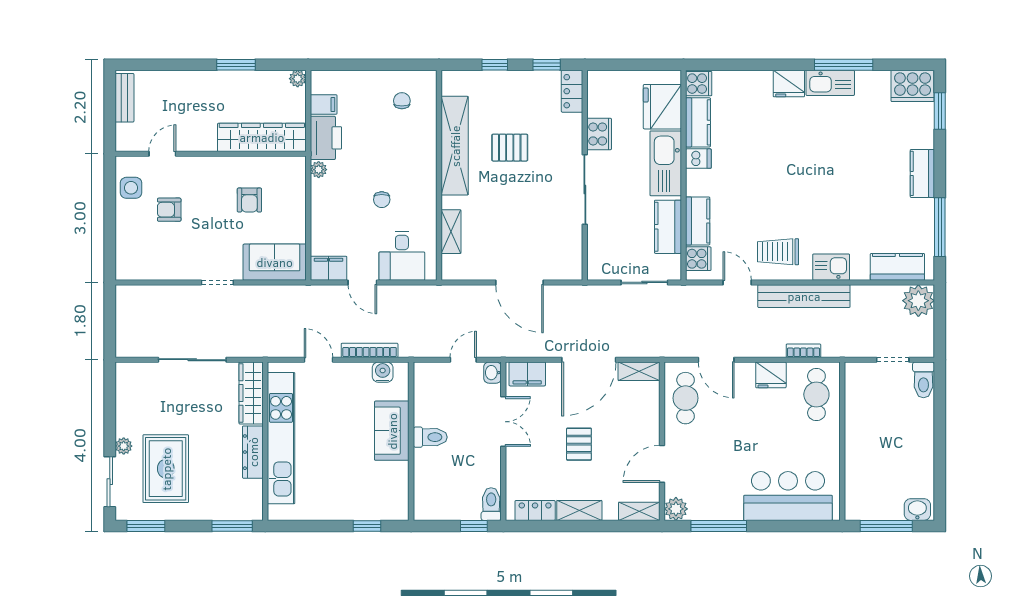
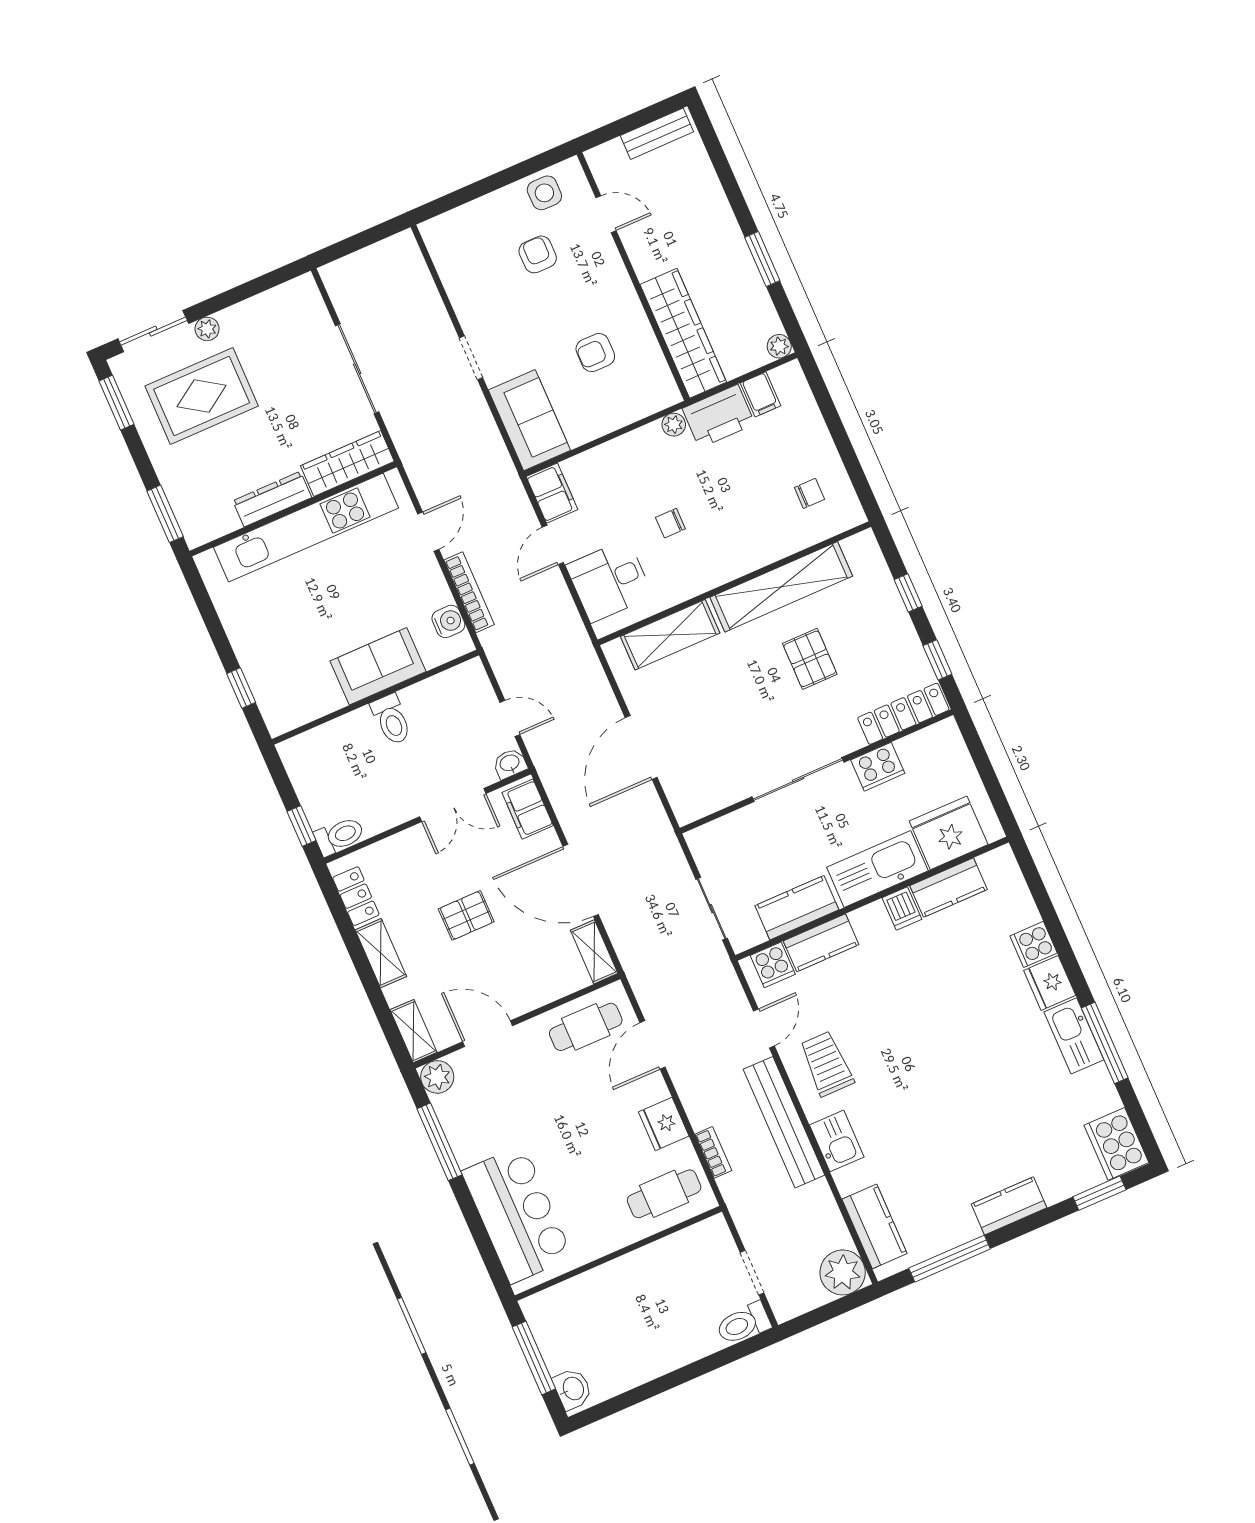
cooker: (699, 84) -> (1034, 944), moved, turned 90
locker: (572, 91) -> (903, 714), width x1.53
shelving: (451, 232) -> (670, 635), width x1.50, depth x1.33

